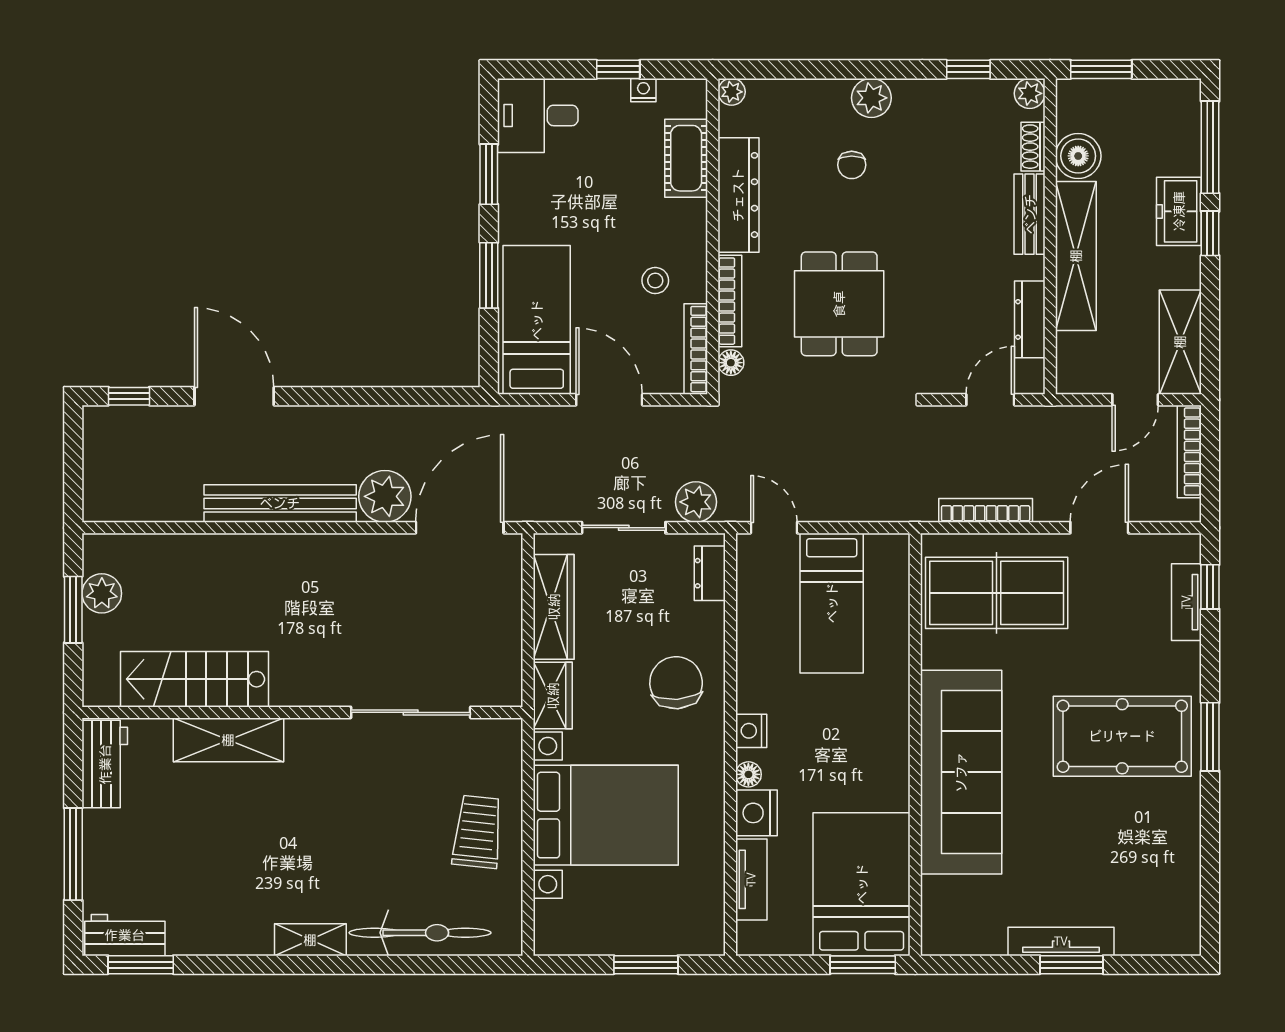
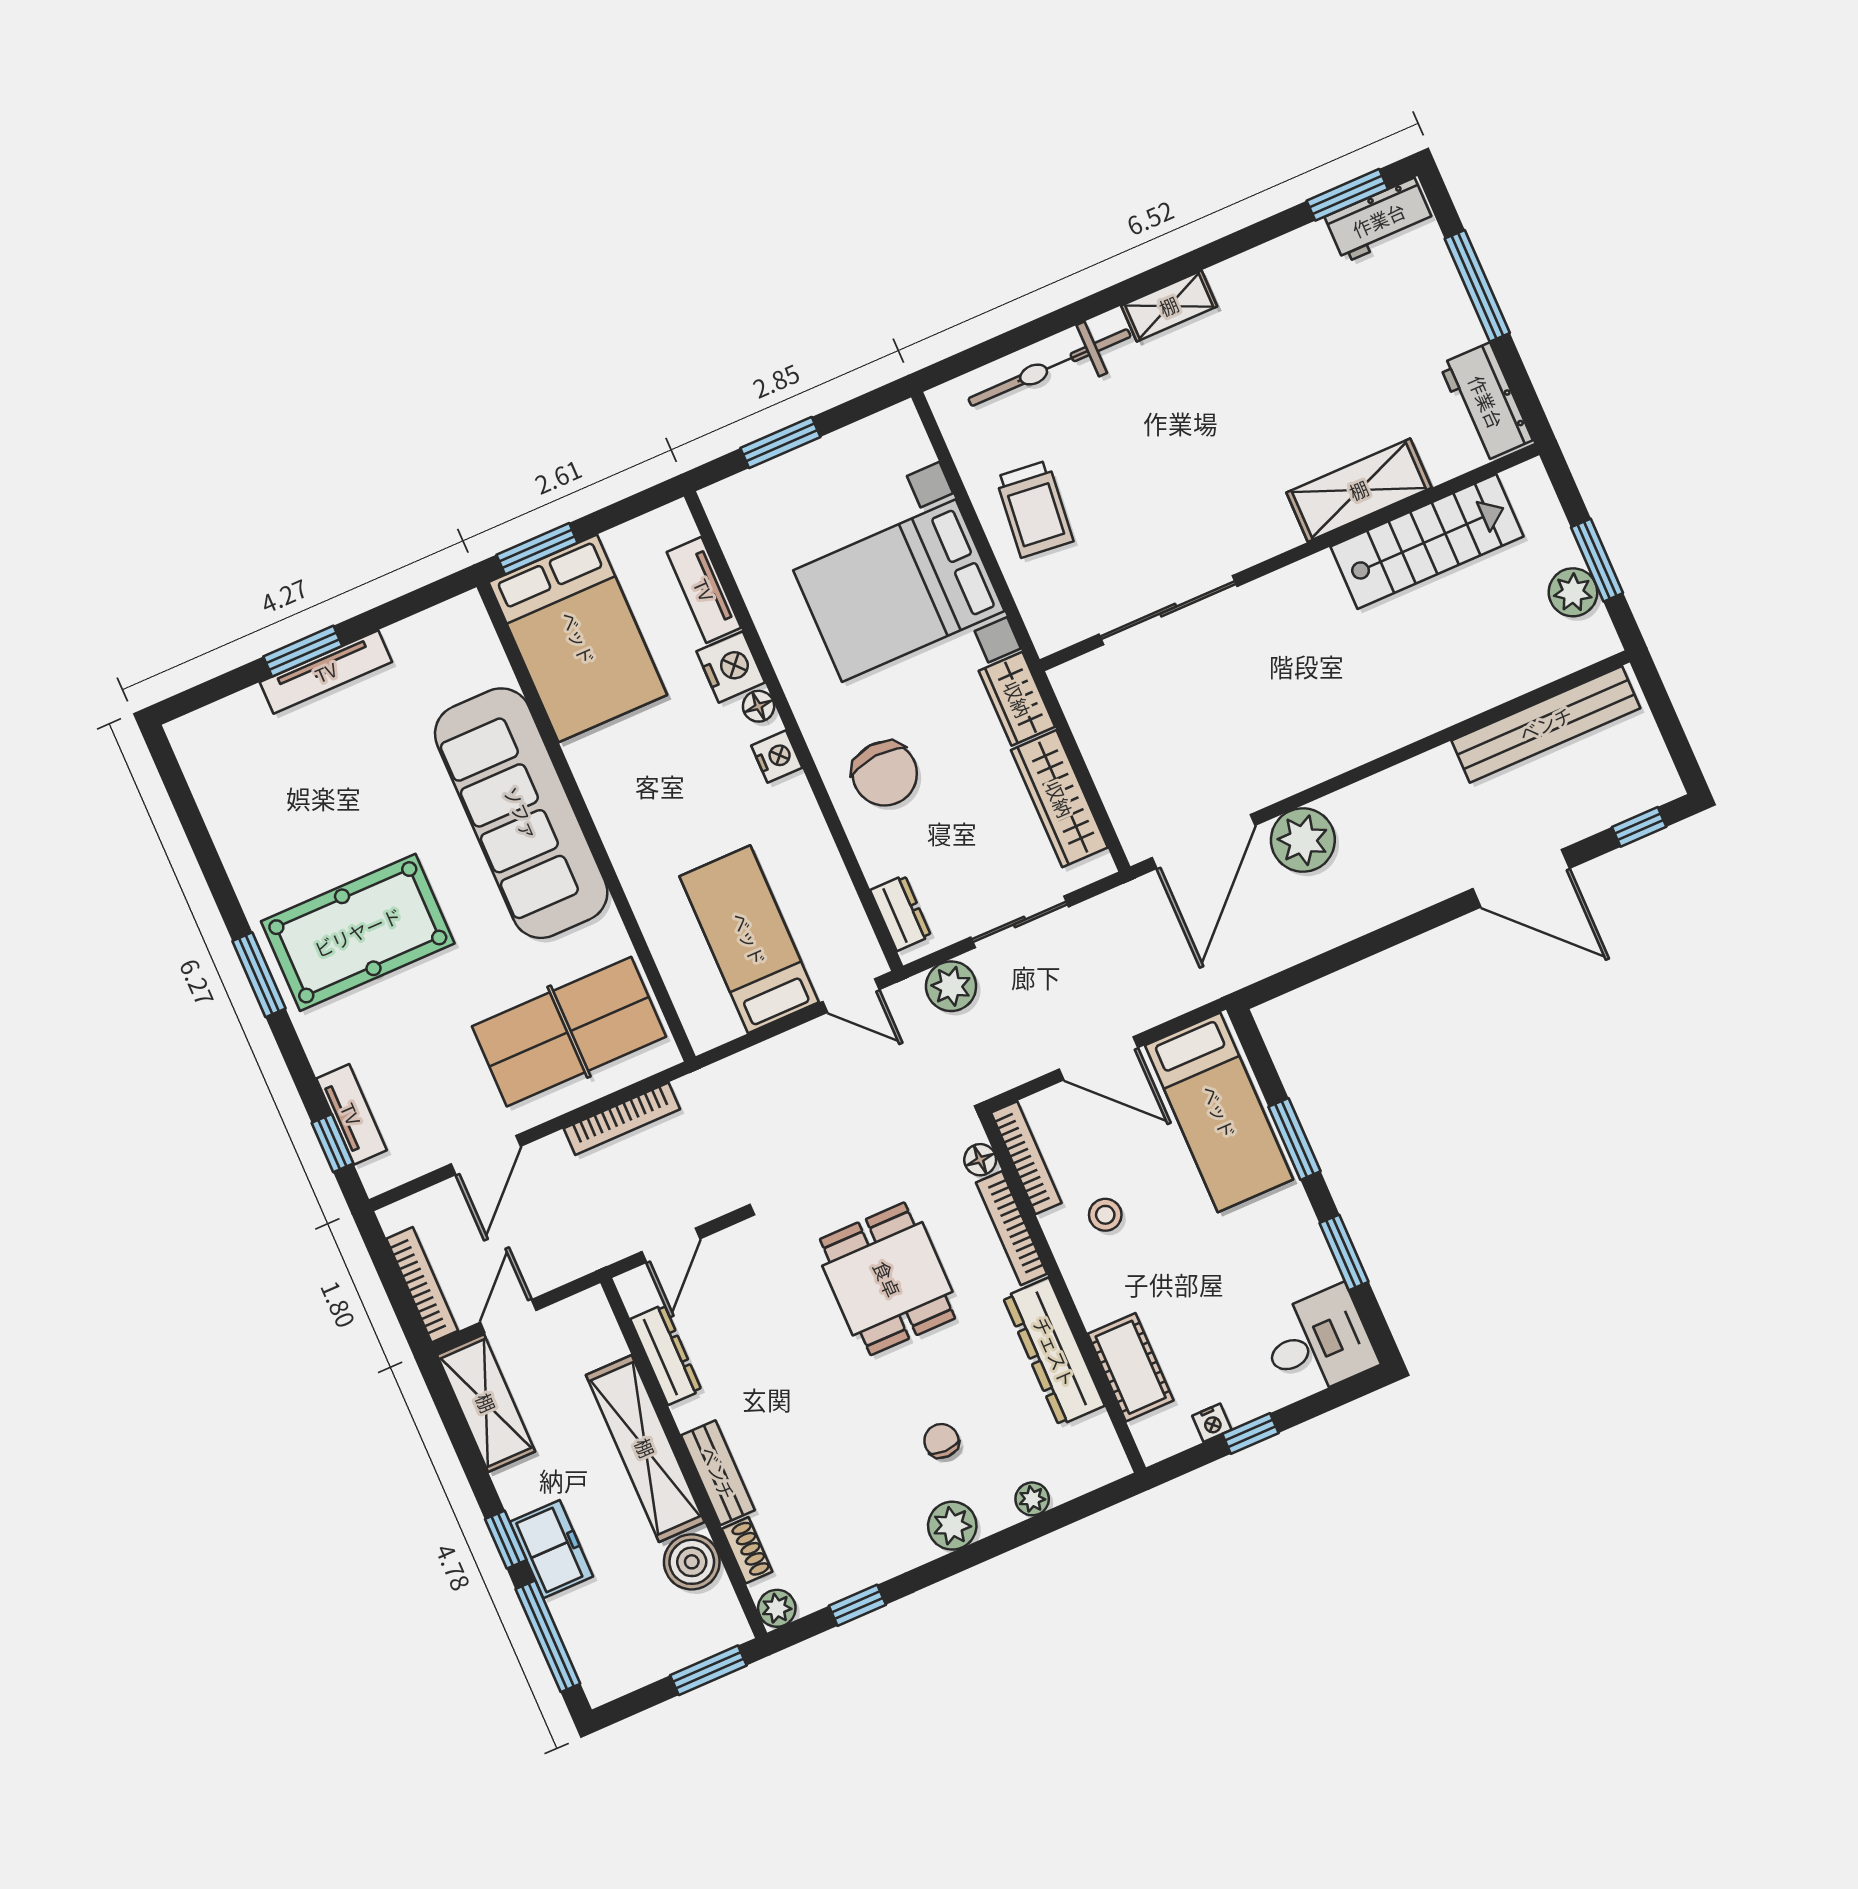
plant: (732, 92) -> (1032, 1499), moved
bench: (280, 503) -> (1546, 724), moved

